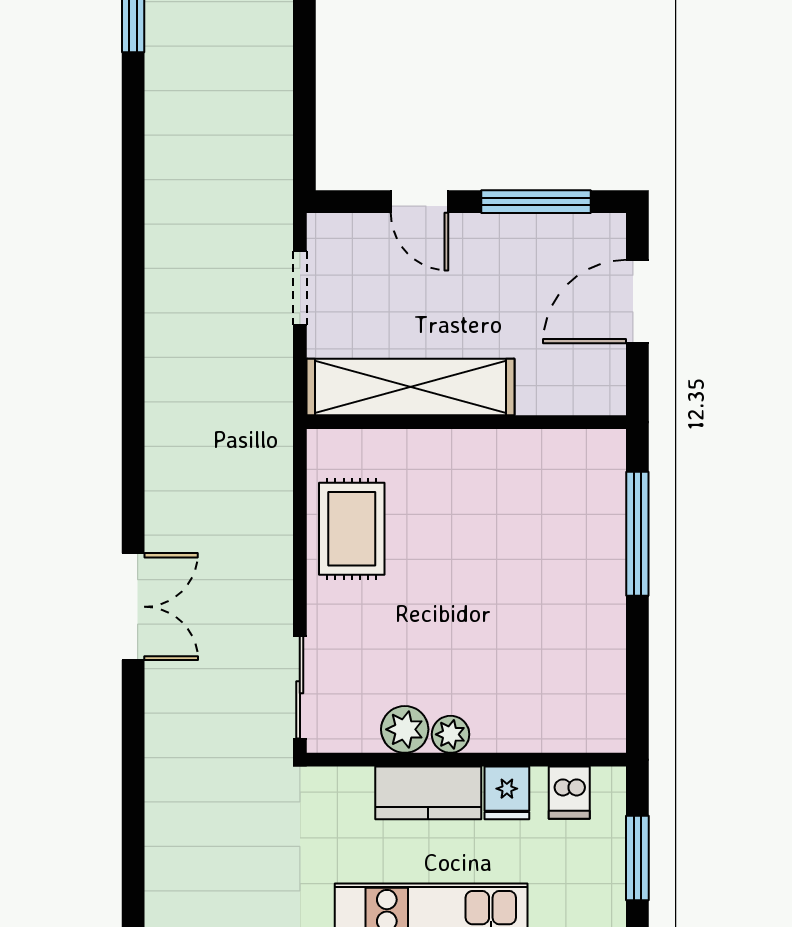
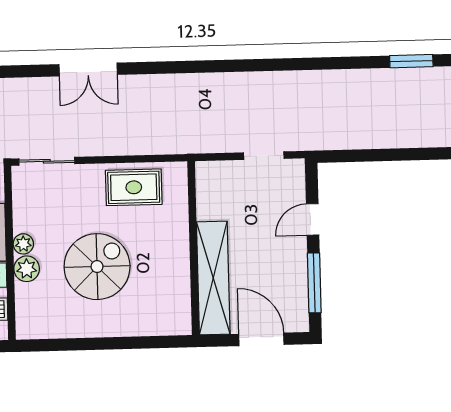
shelving: (410, 387) -> (213, 278), moved
window: (637, 534) -> (135, 343), removed
spiral stairs: (496, 600) -> (97, 267), added
plant: (405, 729) -> (27, 269), moved

